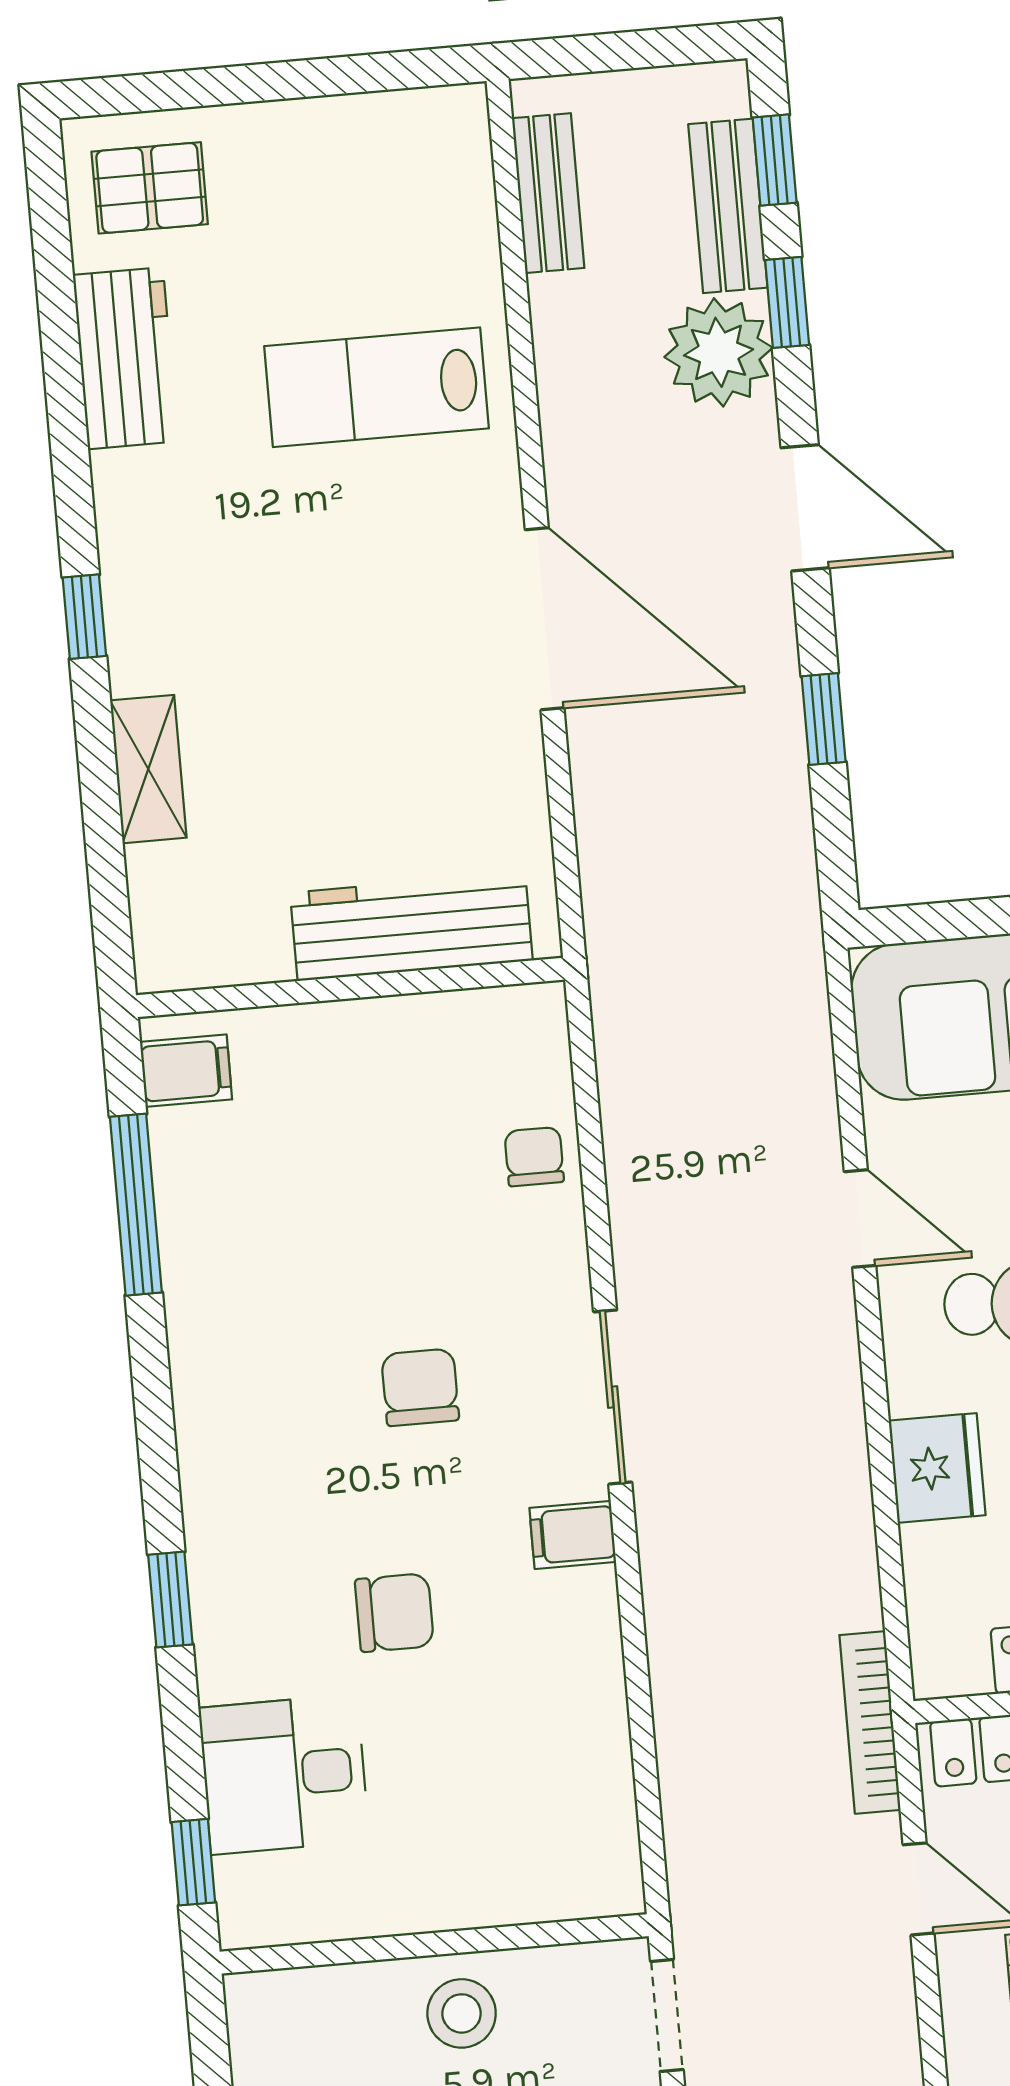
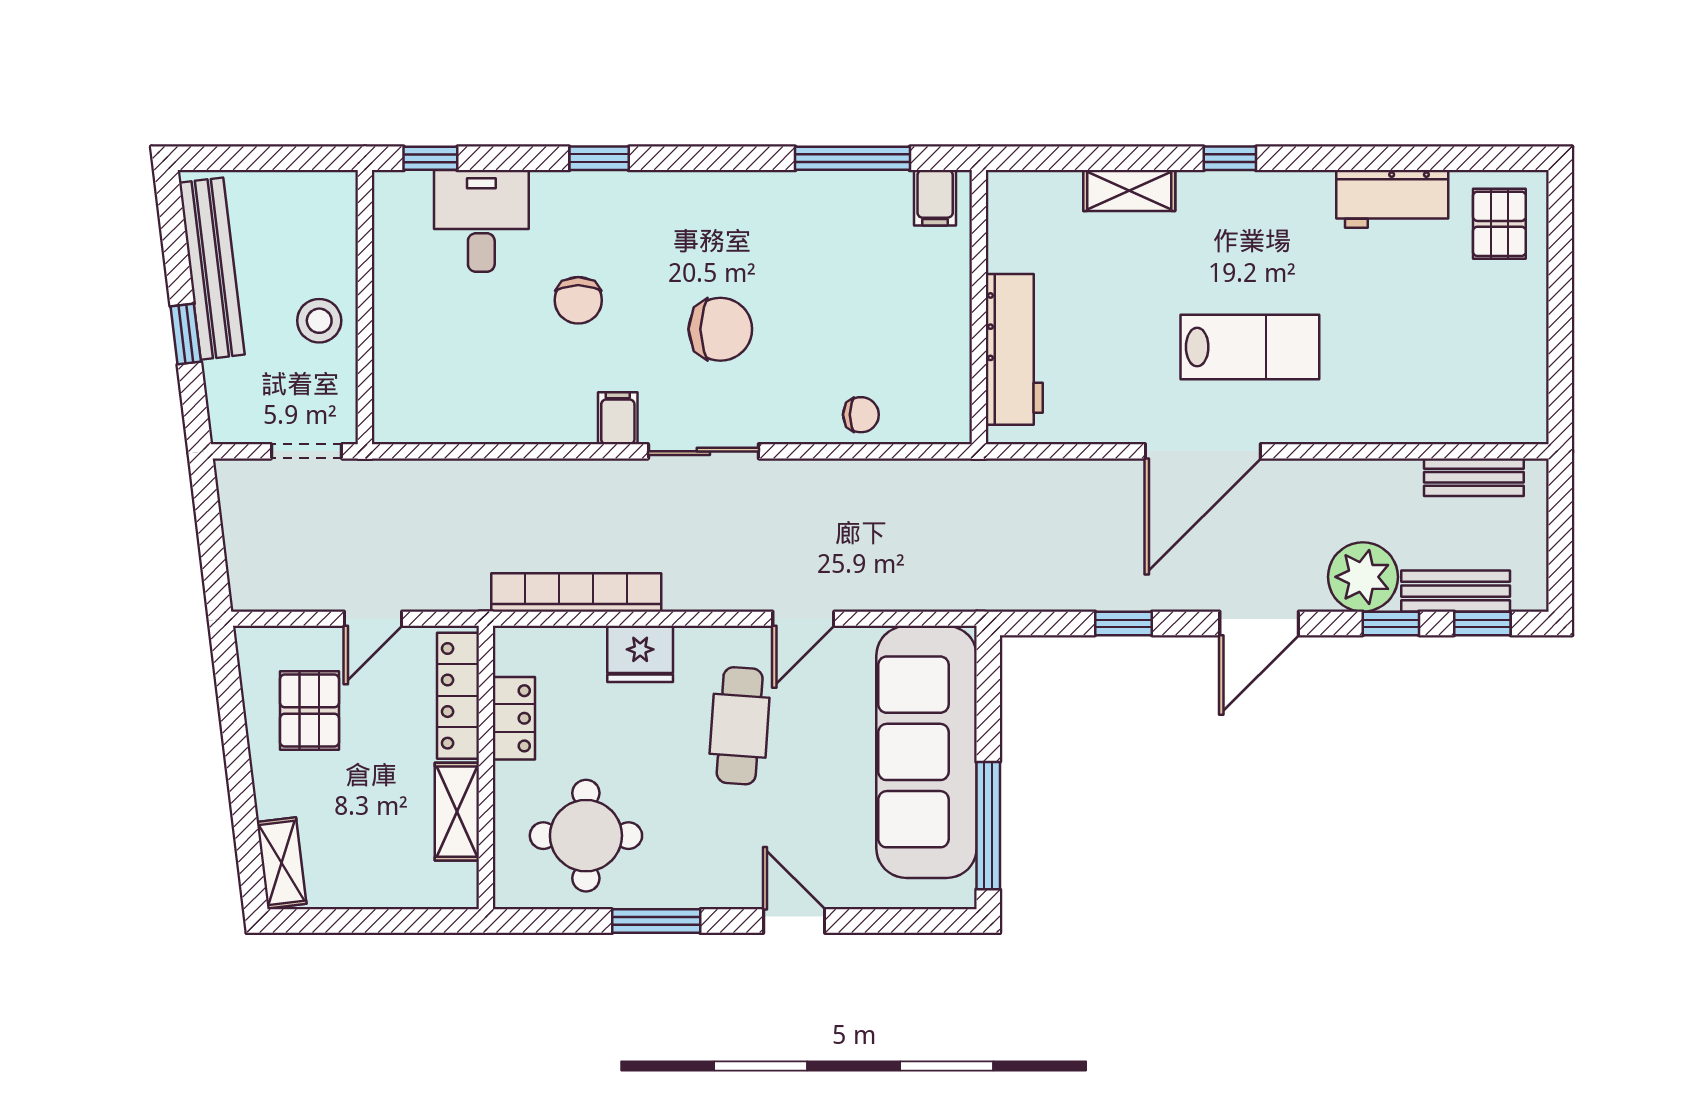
lab bench: (376, 387) -> (1250, 347), moved, turned 90
chair: (420, 1387) -> (720, 329), width x1.37, depth x1.37
bookcase: (870, 1722) -> (576, 593), moved, width x1.48, depth x1.31

